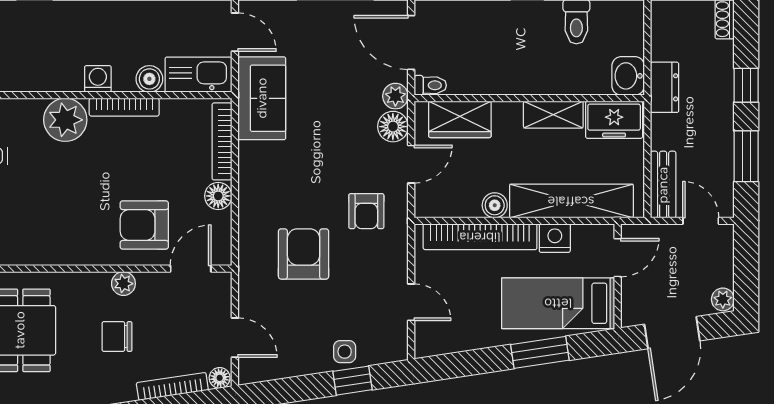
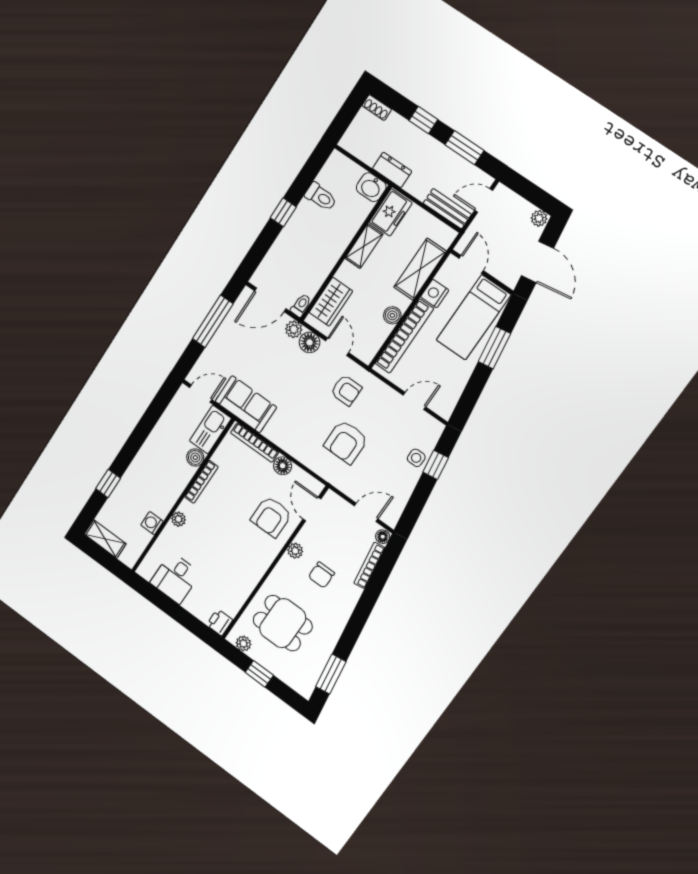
washing machine: (98, 79) -> (152, 523), moved
plant: (65, 120) -> (178, 519), width x0.53, depth x0.53
shelving: (571, 201) -> (420, 269), width x0.68
armchair: (304, 254) -> (346, 442), turned -90

